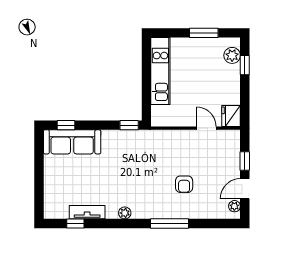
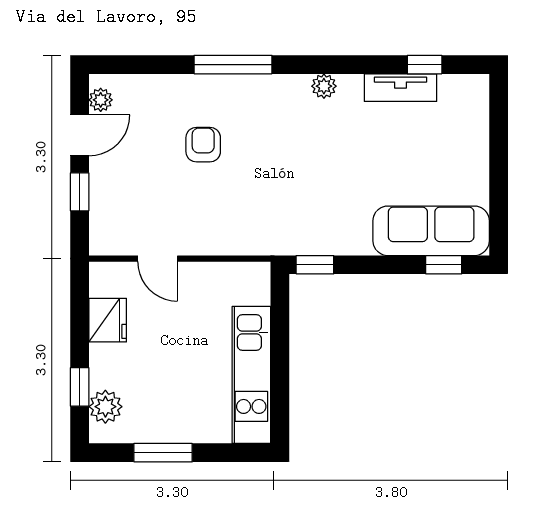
fridge: (231, 116) -> (108, 320), moved

